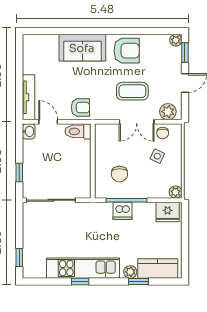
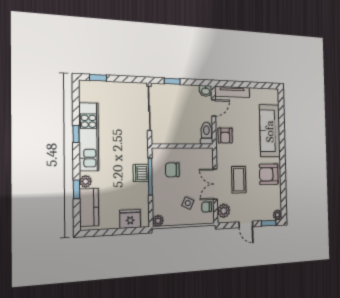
sofa: (82, 48) -> (270, 131), width x1.36
armchair: (127, 51) -> (269, 174), turned 90
fridge: (168, 212) -> (130, 219), moved, turned 90

